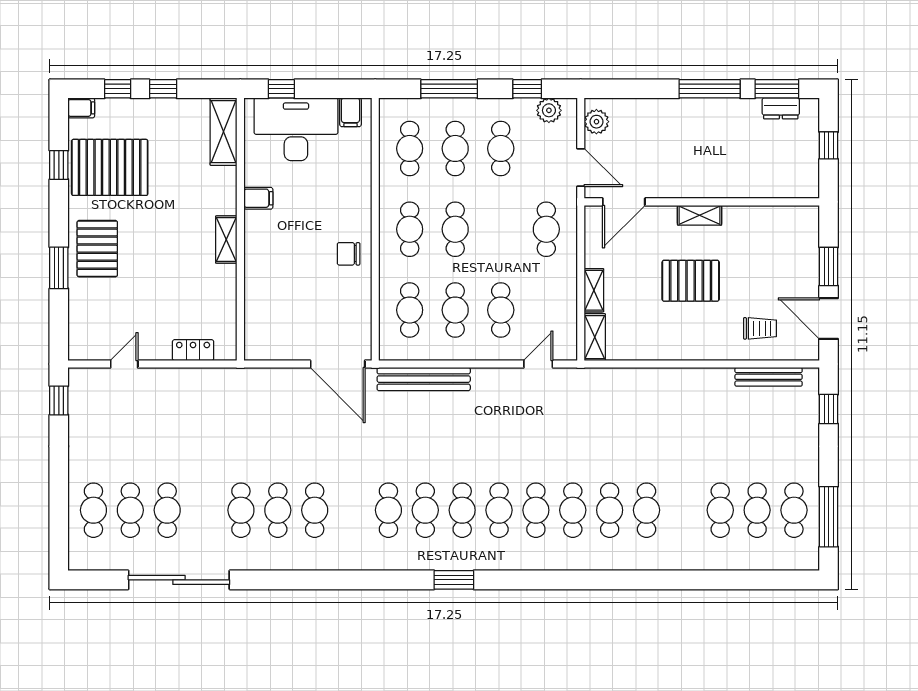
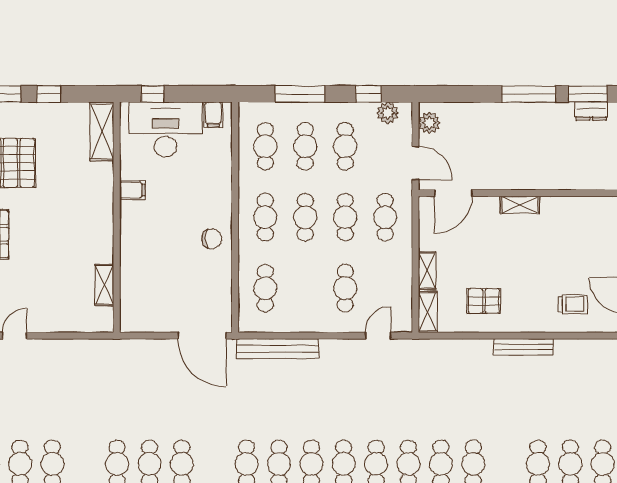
shelving: (226, 240) -> (104, 285), moved
chair: (349, 254) -> (212, 239), turned 180
pallet: (691, 281) -> (484, 301), moved, width x0.67, depth x0.71
cafe table: (455, 310) -> (345, 217), moved
locker: (193, 350) -> (75, 323), removed
bench: (769, 377) -> (523, 347), moved

